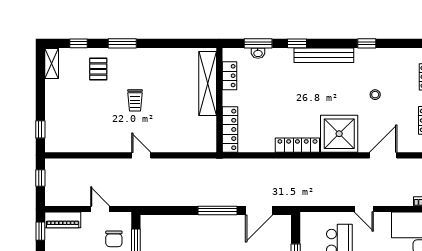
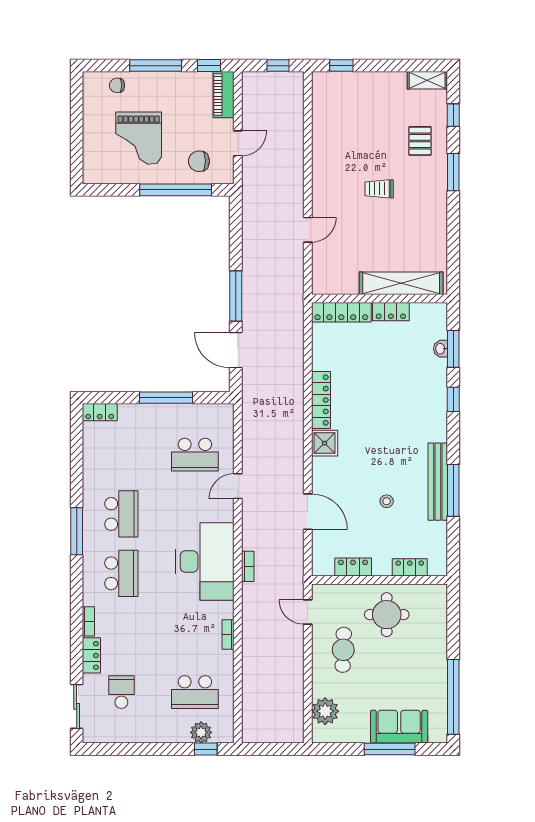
window: (367, 43) -> (453, 490), width x2.17
bench: (324, 55) -> (438, 482), moved
pallet: (98, 69) -> (420, 141), turned 90
locker: (230, 76) -> (391, 312), moved
shower: (339, 134) -> (325, 443), width x0.54, depth x0.54
door: (141, 155) -> (308, 230), moved

